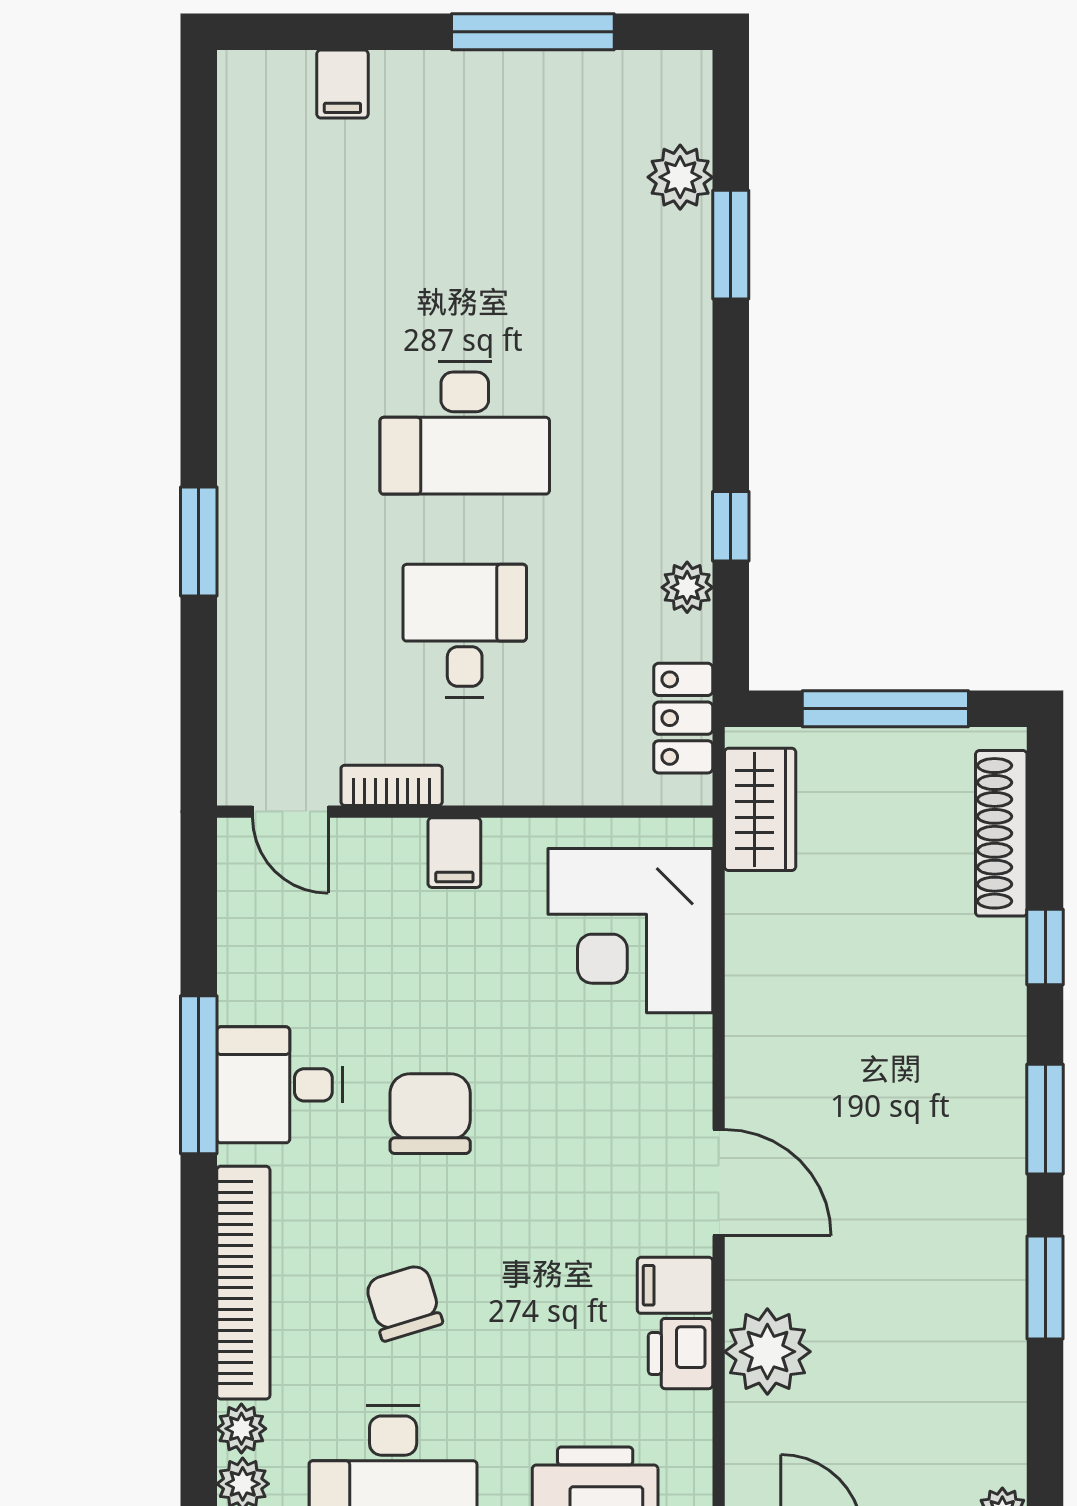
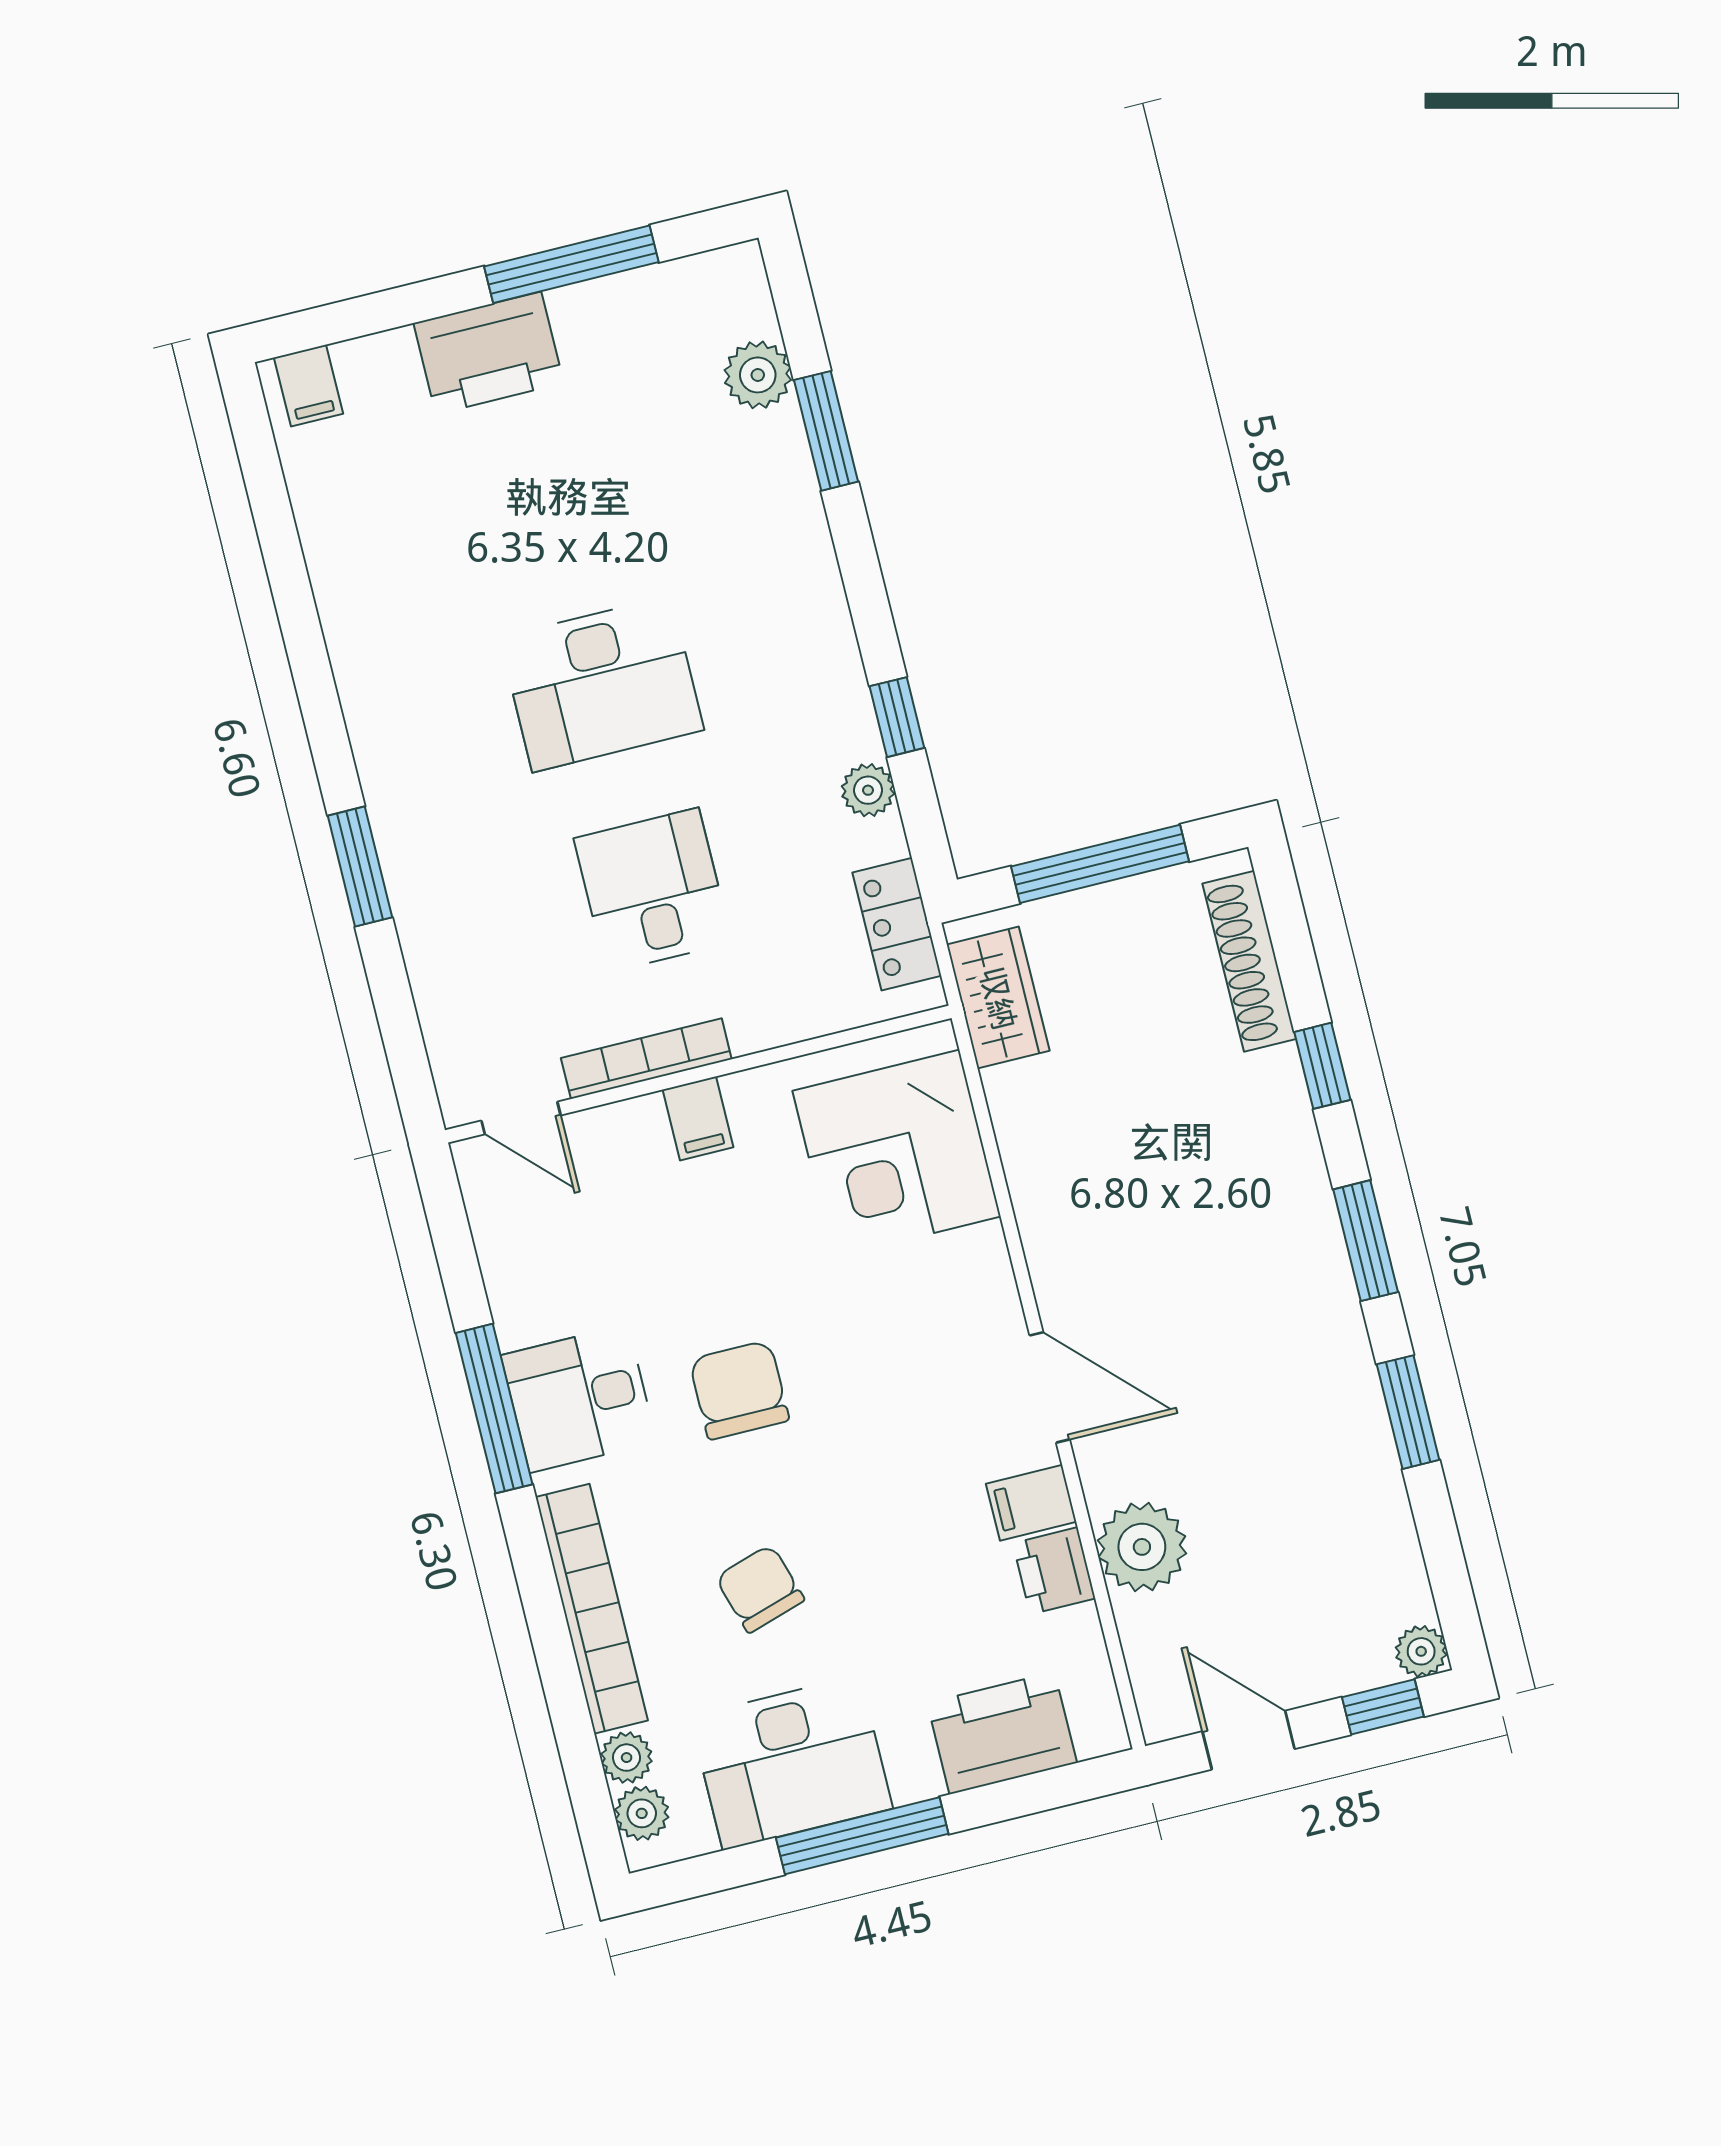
filing cabinet: (342, 84) -> (309, 386), moved
printer: (436, 95) -> (489, 353), added
bookcase: (392, 785) -> (646, 1059), width x1.56

